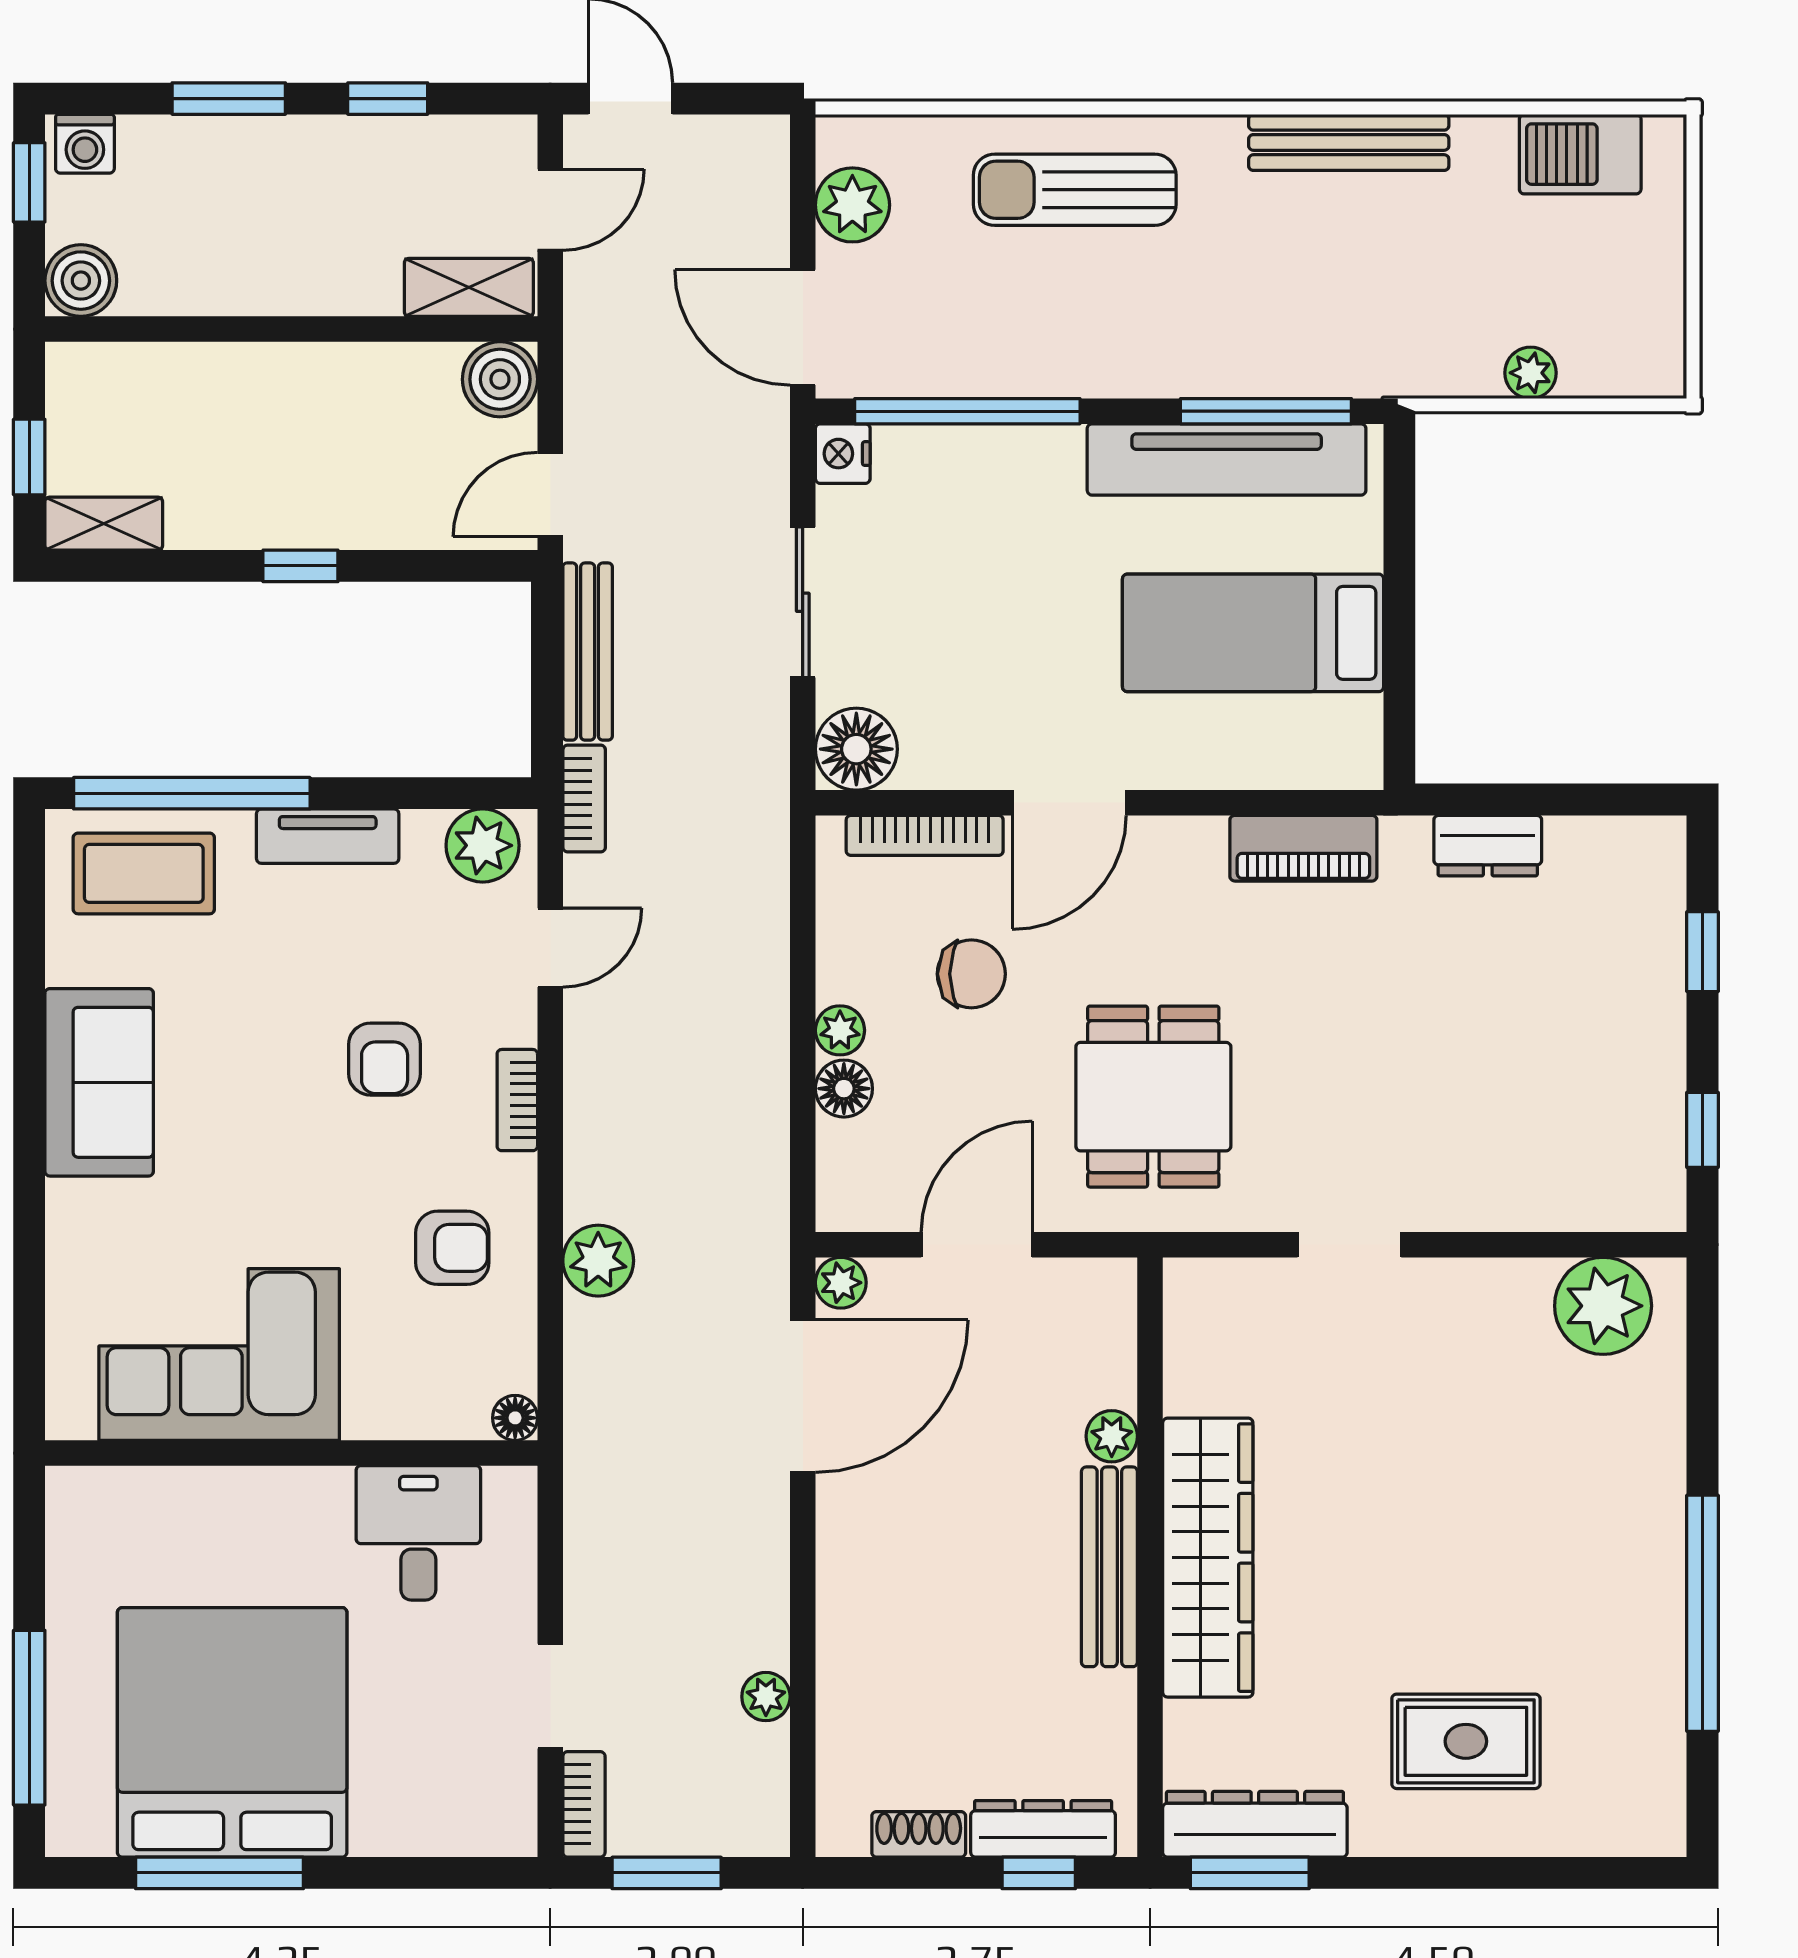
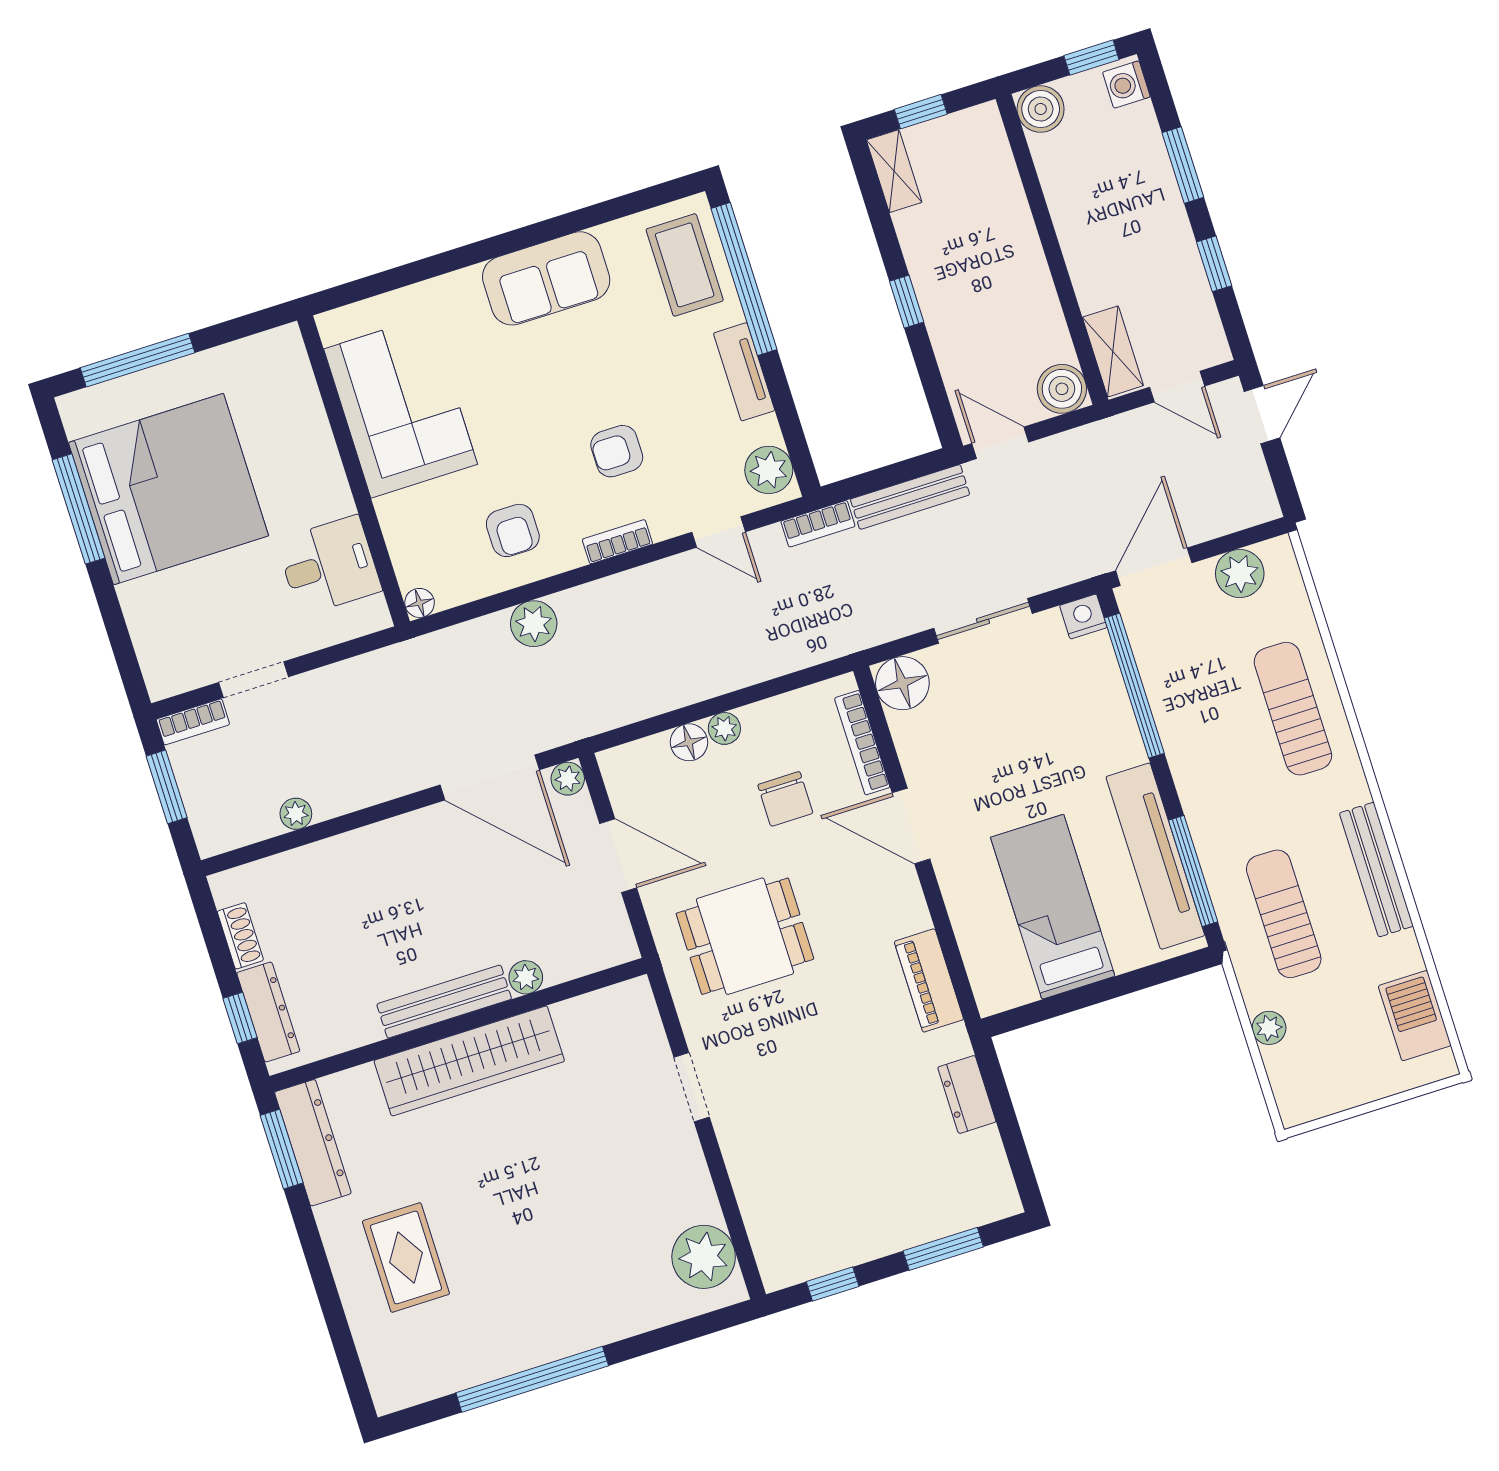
sun lounger: (1371, 298) -> (1284, 914), added
window: (1703, 952) -> (943, 1249), width x1.50

